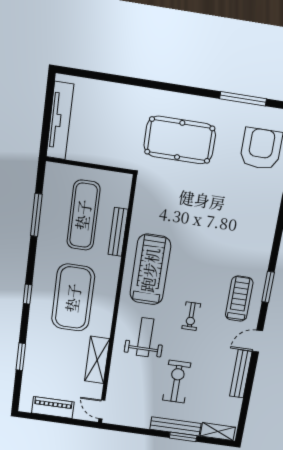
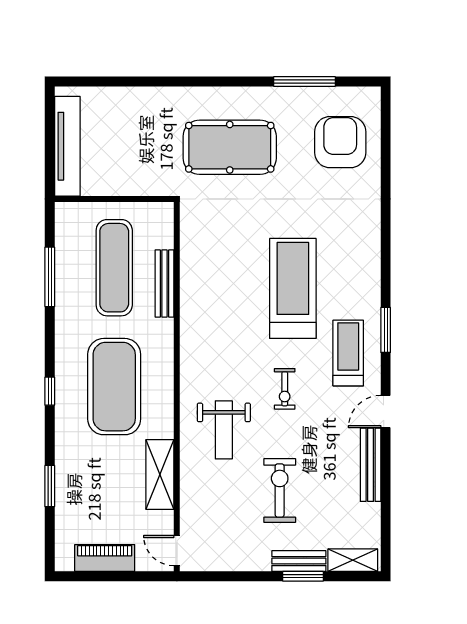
treadmill: (150, 270) -> (293, 288), moved
weight bench: (145, 337) -> (224, 430), turned 180
bench: (175, 426) -> (299, 561), width x0.73

